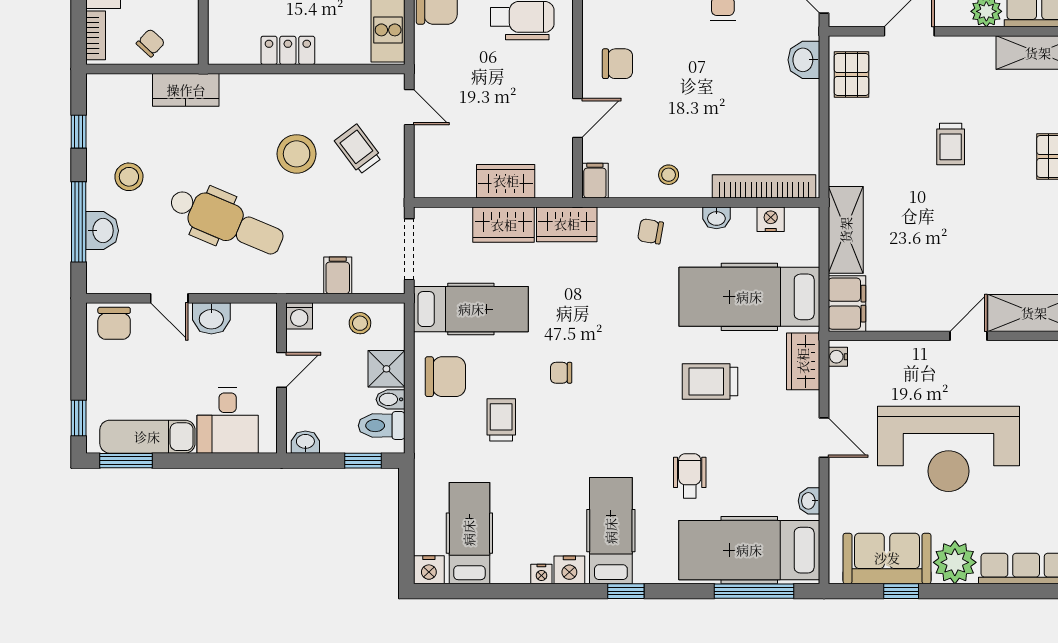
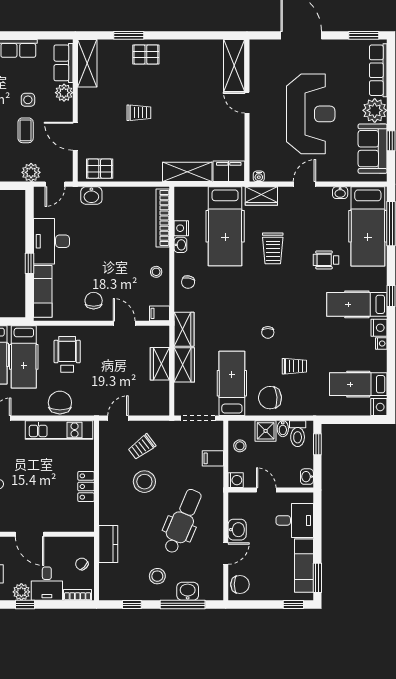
nightstand: (771, 219) -> (181, 228), moved
chair: (445, 377) -> (270, 398), turned -94
trolley: (501, 420) -> (294, 366), turned 180

